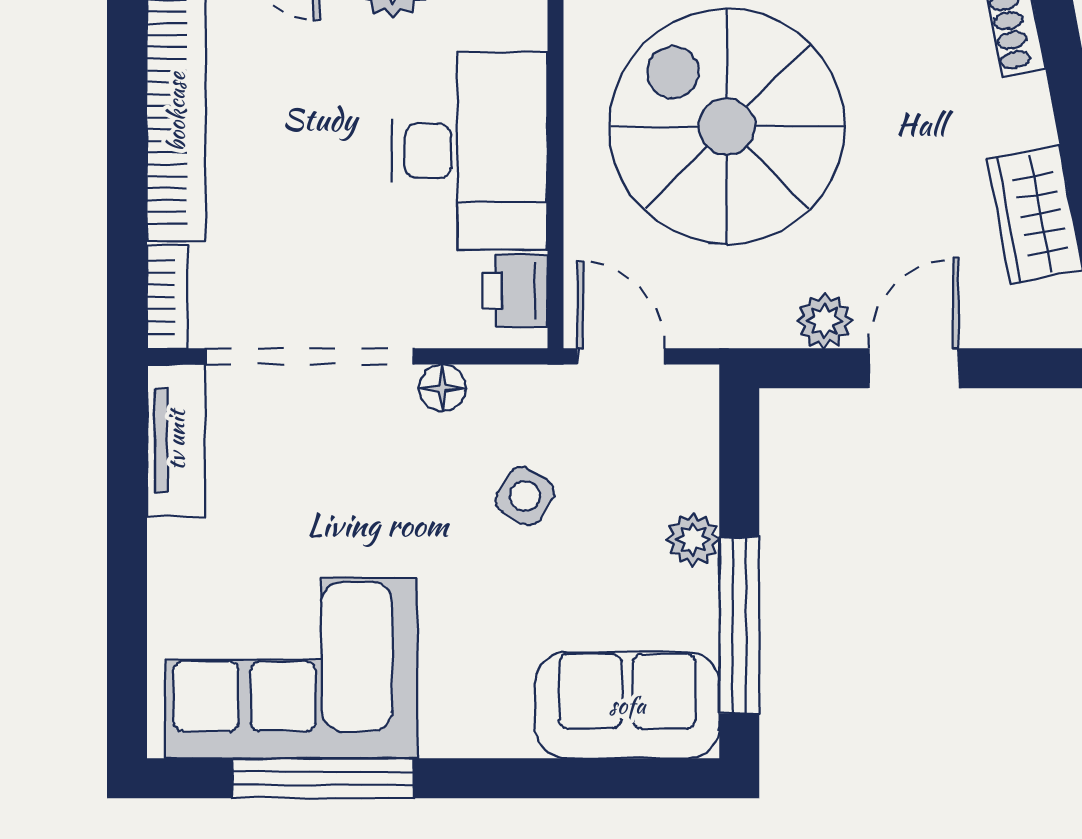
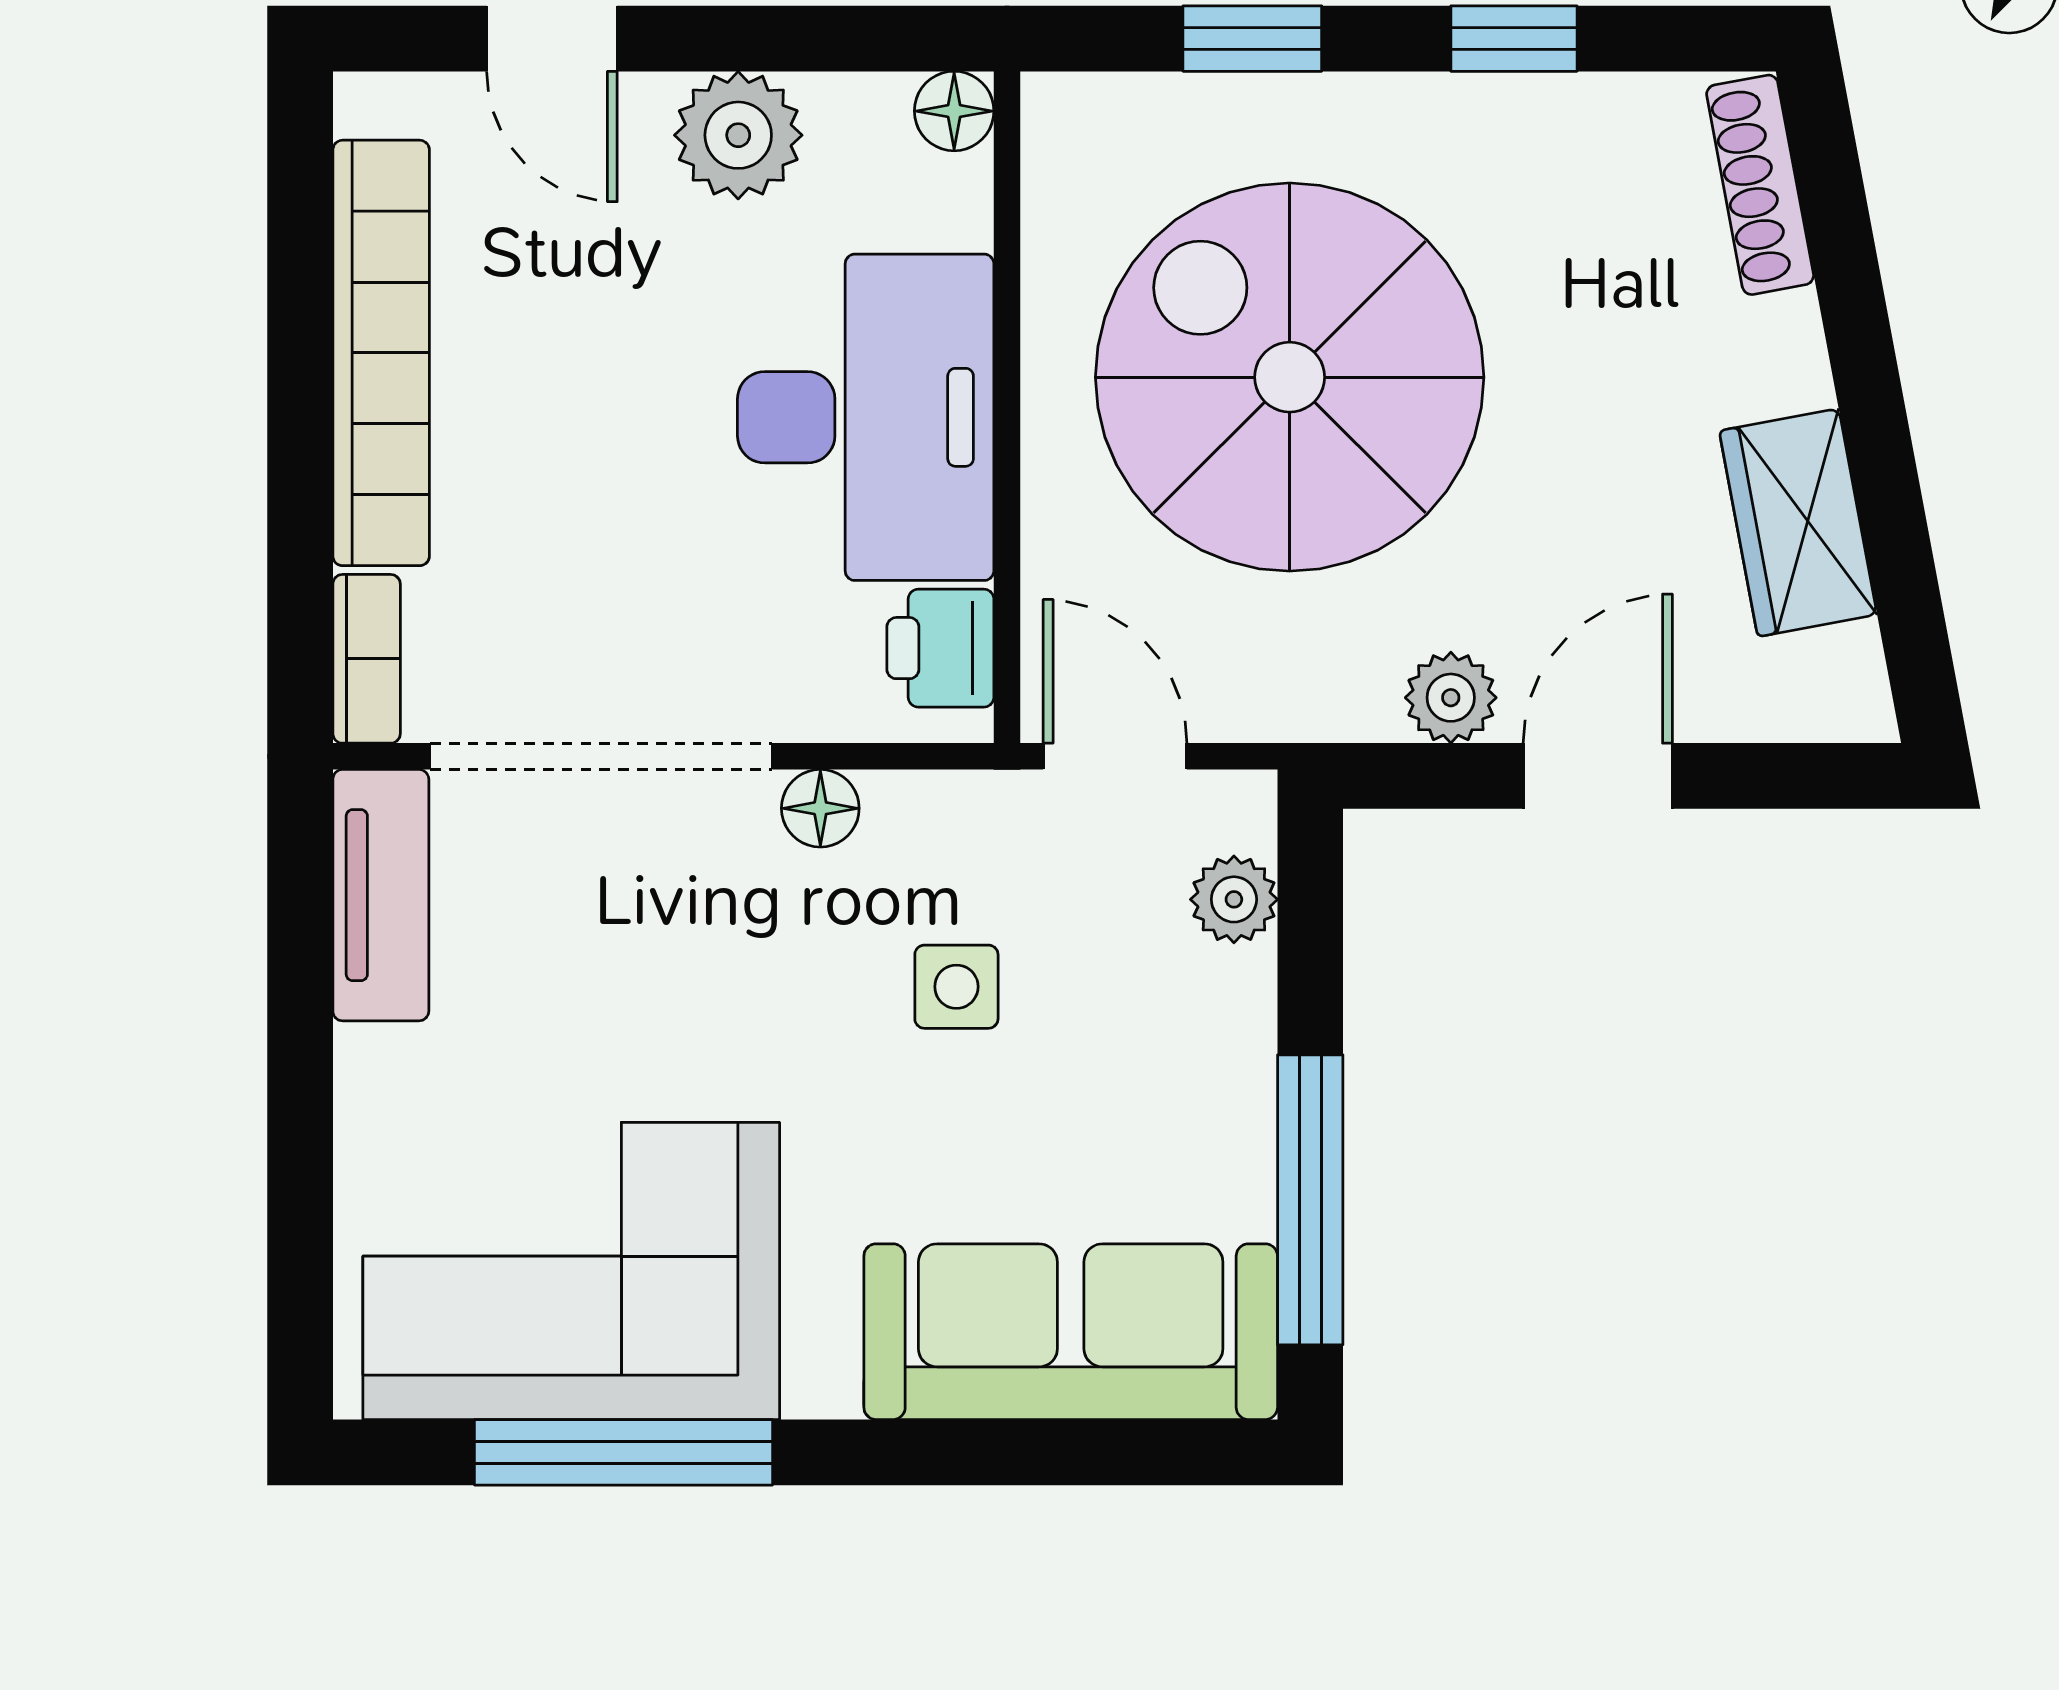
side table: (525, 496) -> (956, 987), turned -31
plant: (693, 540) -> (1234, 899), moved
sofa: (627, 705) -> (1071, 1332), width x1.36

